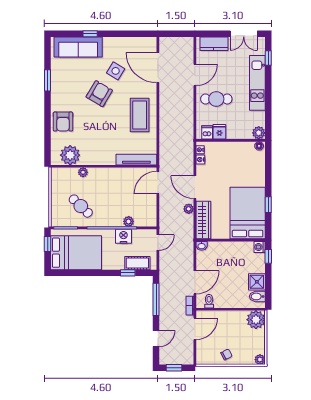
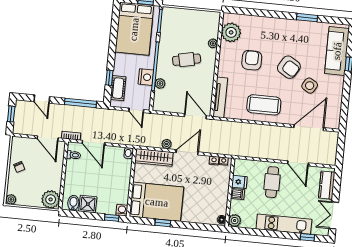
armchair: (63, 122) -> (252, 60), moved, turned 90
dishwasher: (207, 132) -> (238, 194), moved
cafe table: (81, 206) -> (187, 60), moved, turned 34

